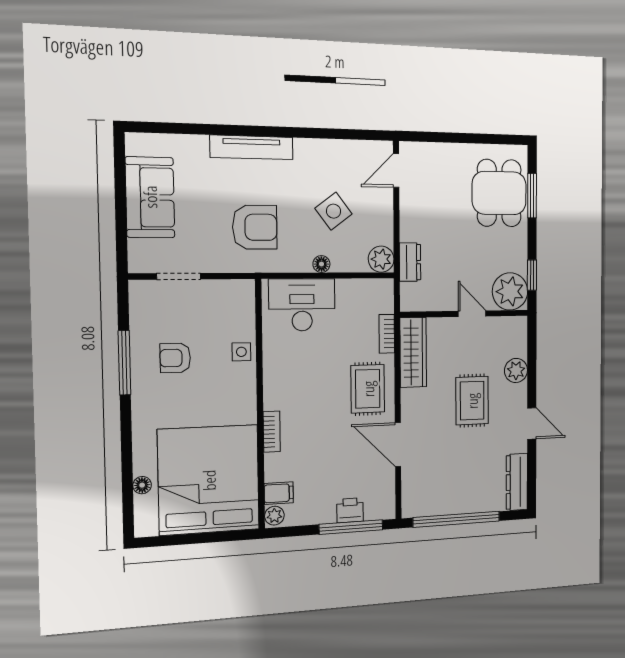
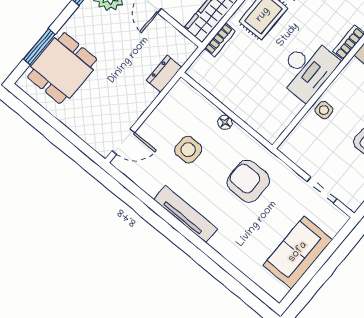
tv unit: (252, 147) -> (186, 214), moved
side table: (334, 211) -> (188, 150), turned 37
plant: (381, 259) -> (182, 92), removed
desk: (302, 305) -> (307, 69), moved, turned -90

